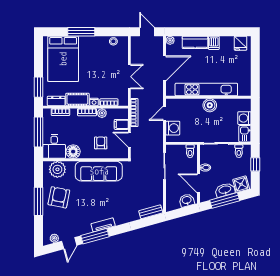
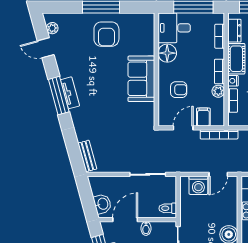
door: (165, 113) -> (218, 174), swing flipped
plant: (57, 169) -> (144, 32), removed
sofa: (99, 171) -> (141, 79), width x0.73
armchair: (59, 197) -> (106, 34), turned 79
window: (95, 236) -> (59, 96), moved

